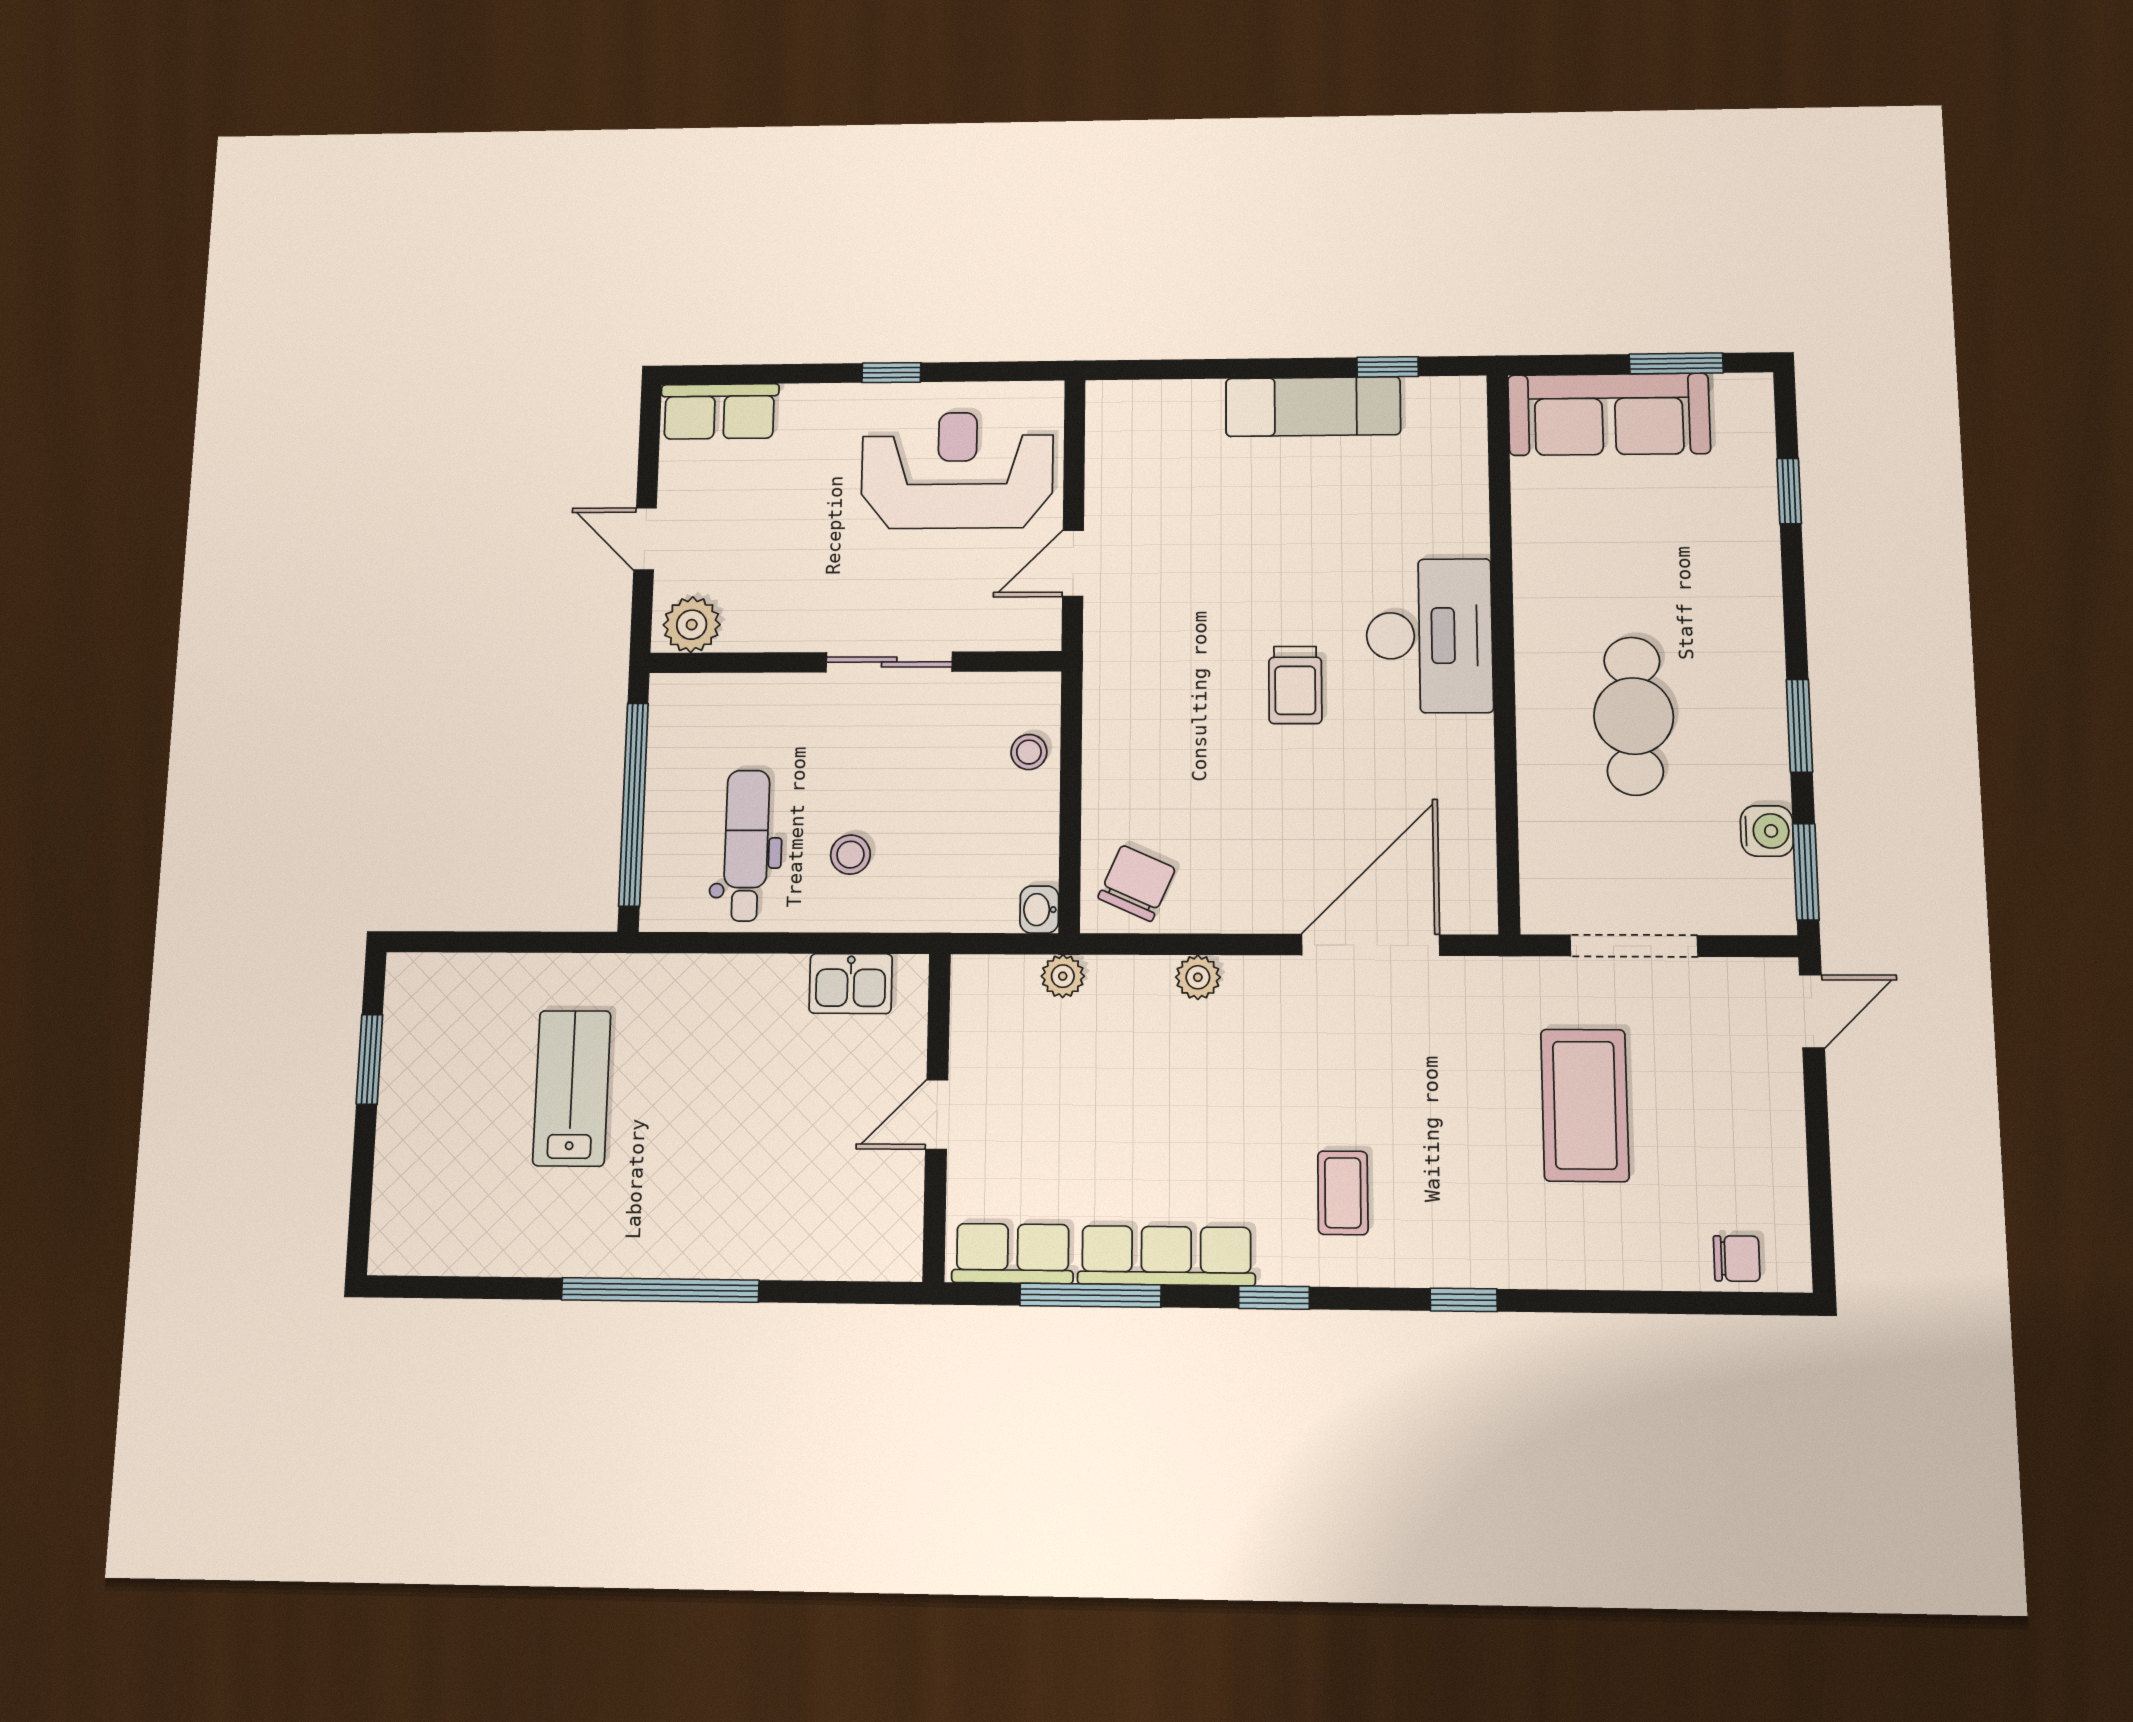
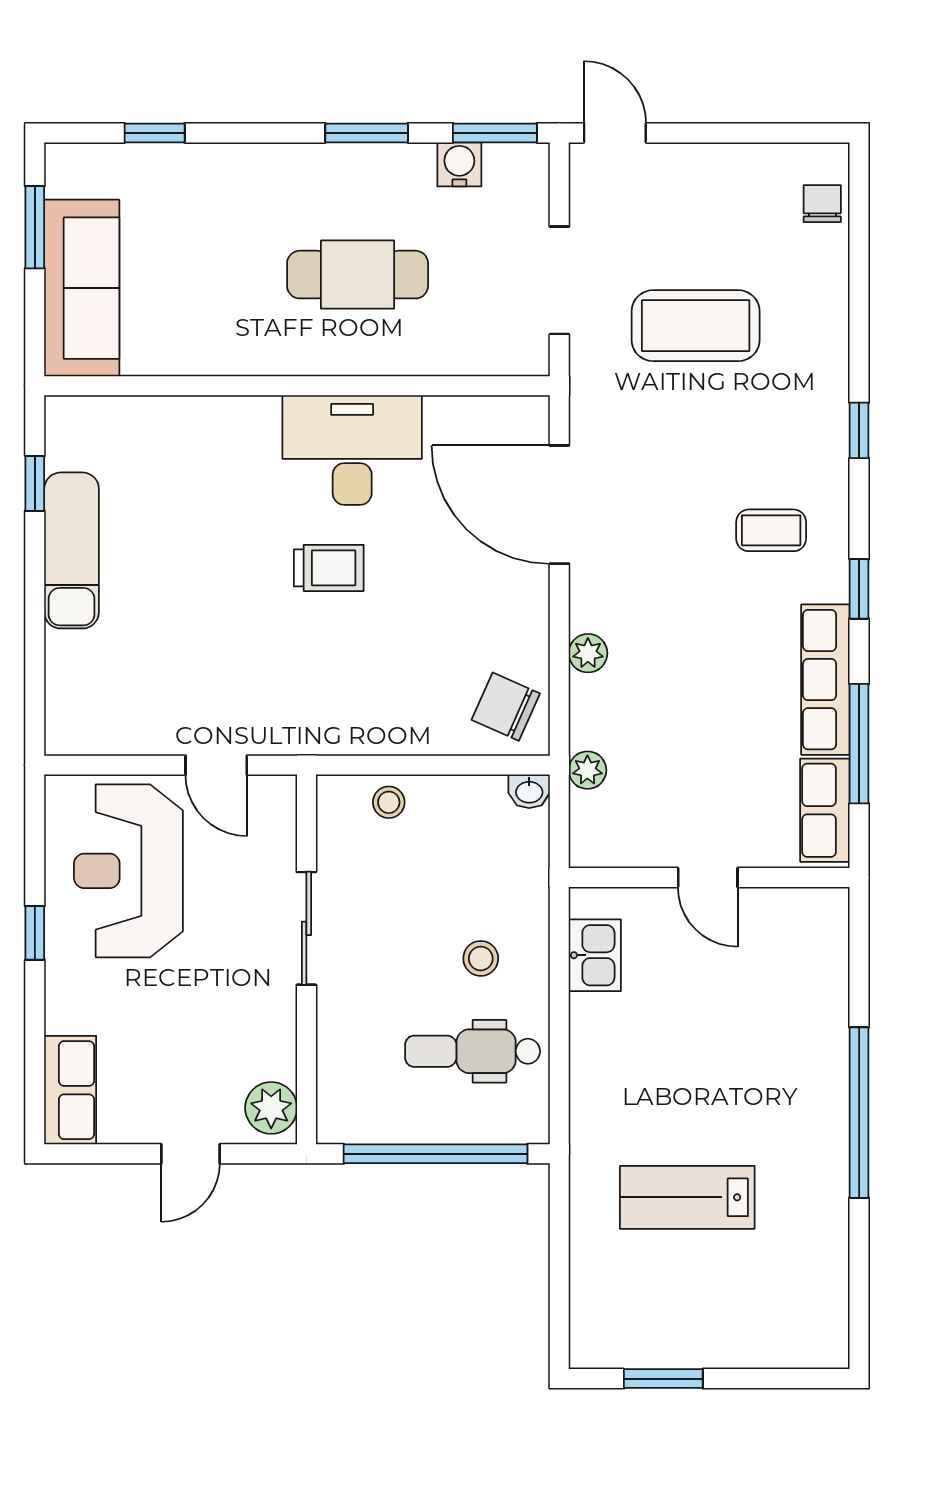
desk: (1429, 636) -> (352, 450), moved

